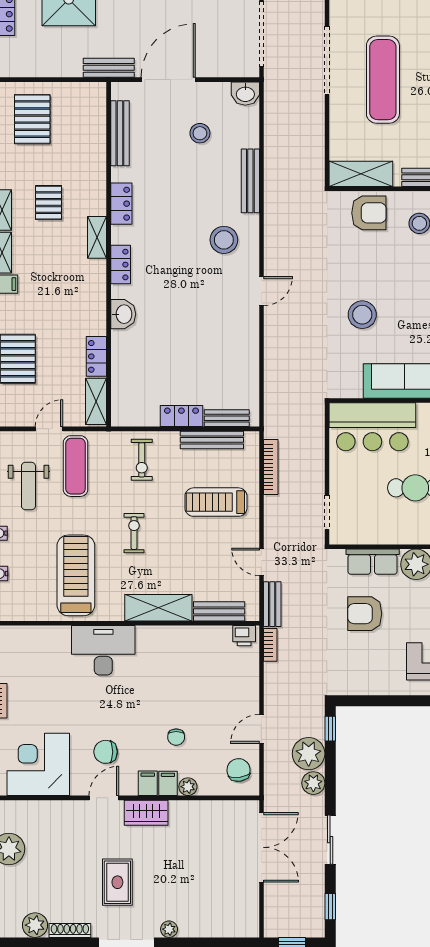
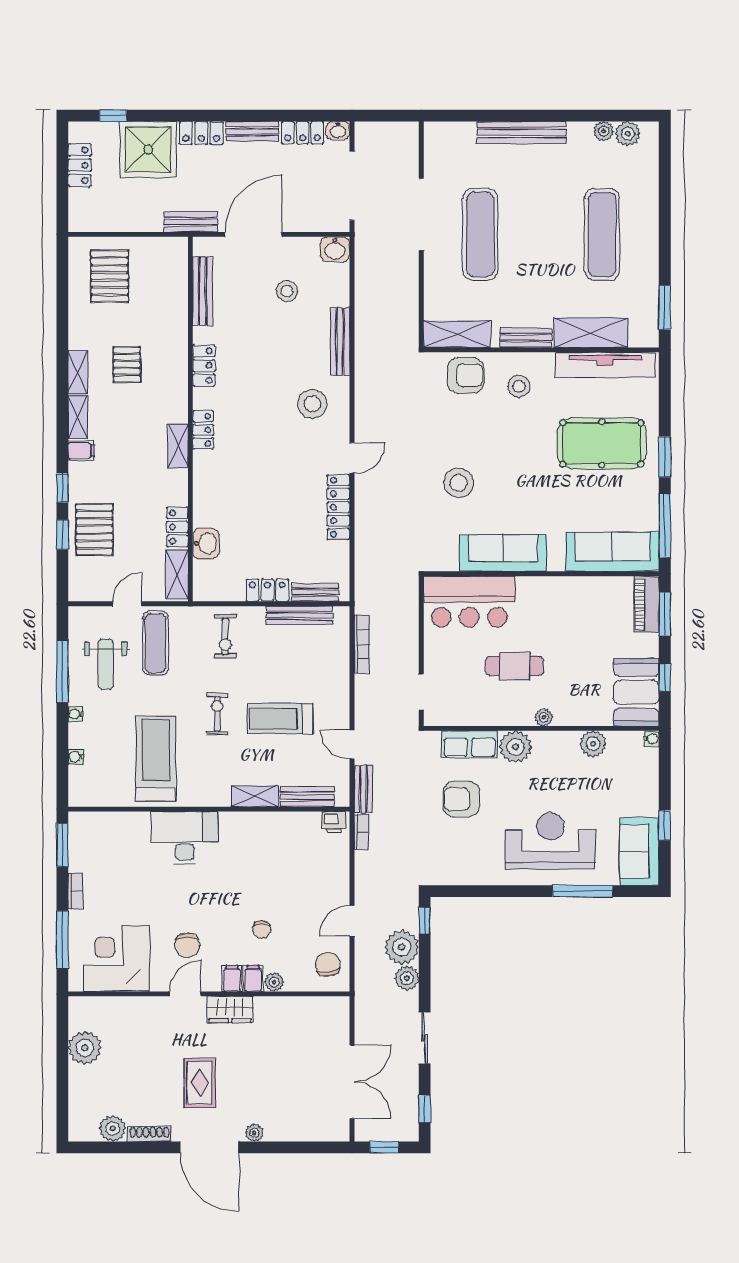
shelving: (97, 237) -> (178, 446), moved
washbasin: (123, 314) -> (206, 543), moved
locker: (249, 338) -> (339, 507), added
treadmill: (216, 502) -> (280, 719), moved
shelving: (158, 608) -> (255, 796), width x0.67, depth x0.75
chair: (106, 752) -> (187, 945), turned -90
double door: (261, 847) -> (352, 1082), moved

